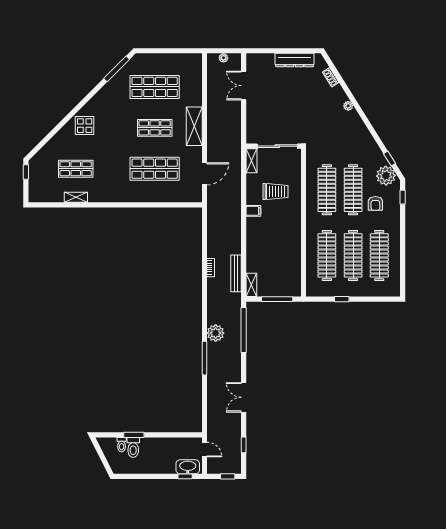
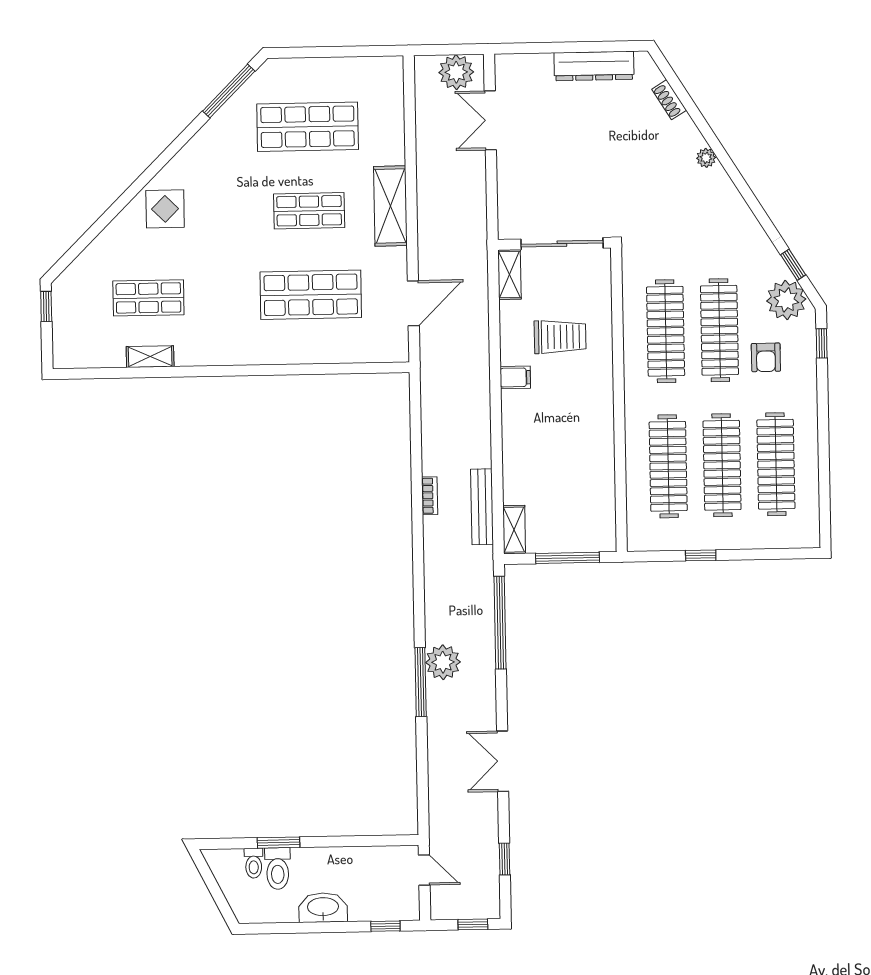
plant: (223, 58) -> (456, 72), width x1.88, depth x1.88
plant: (216, 333) -> (443, 662), moved
washbasin: (188, 467) -> (323, 908), moved

